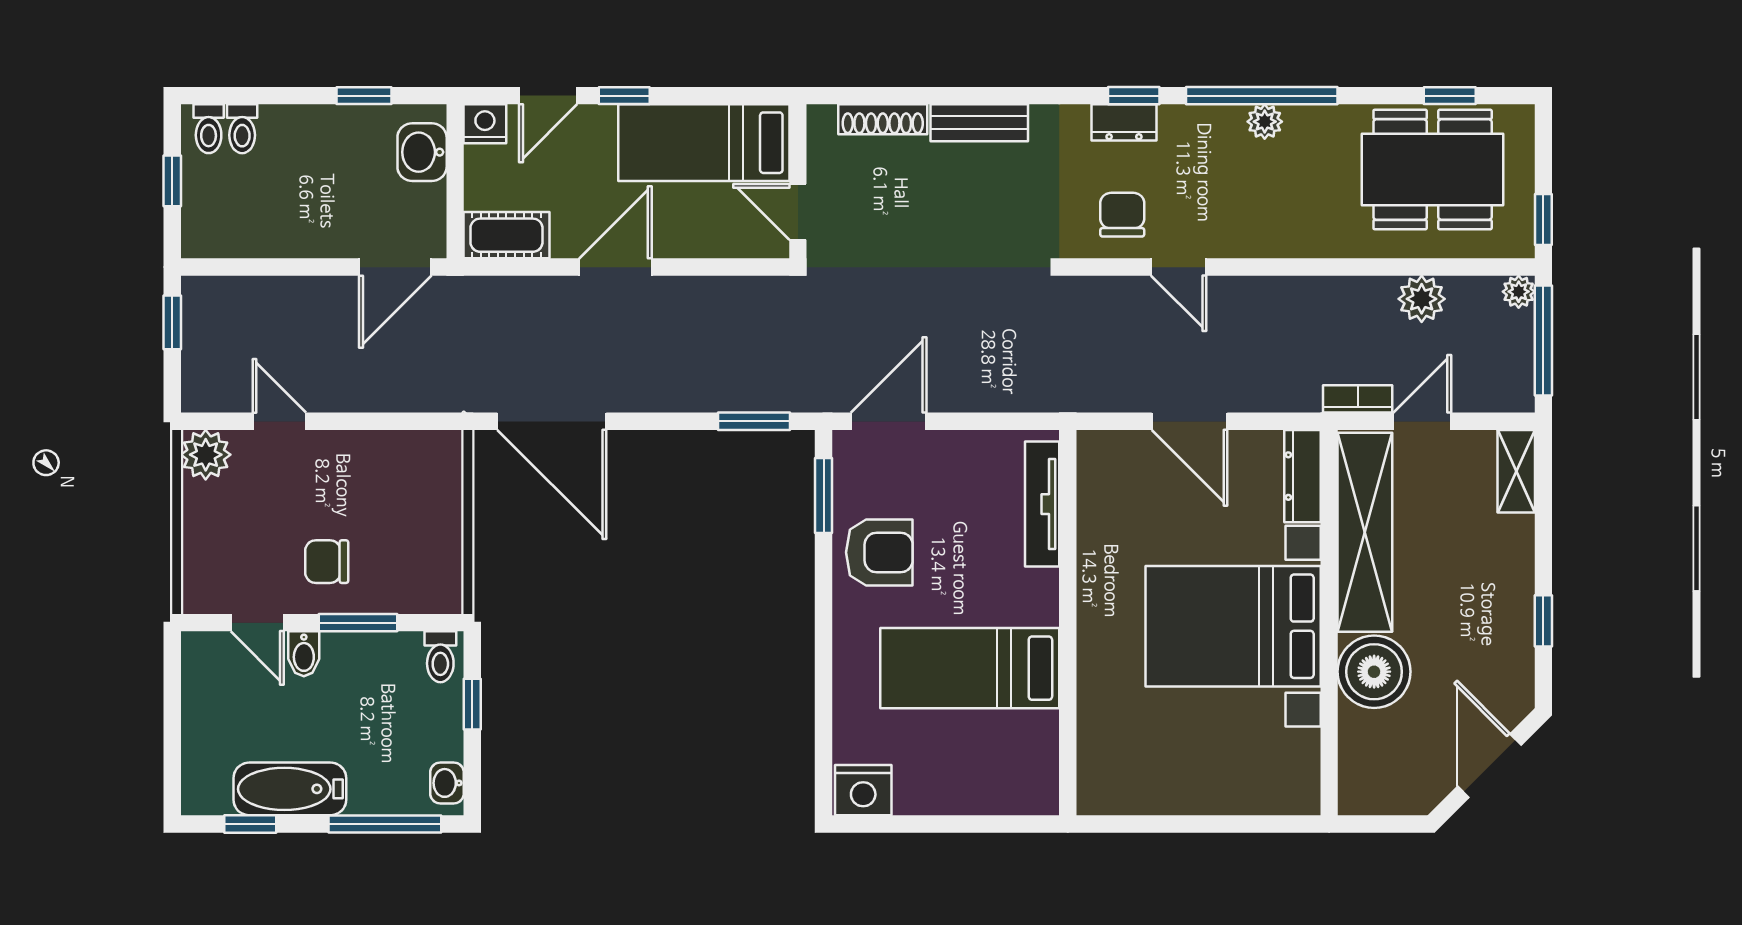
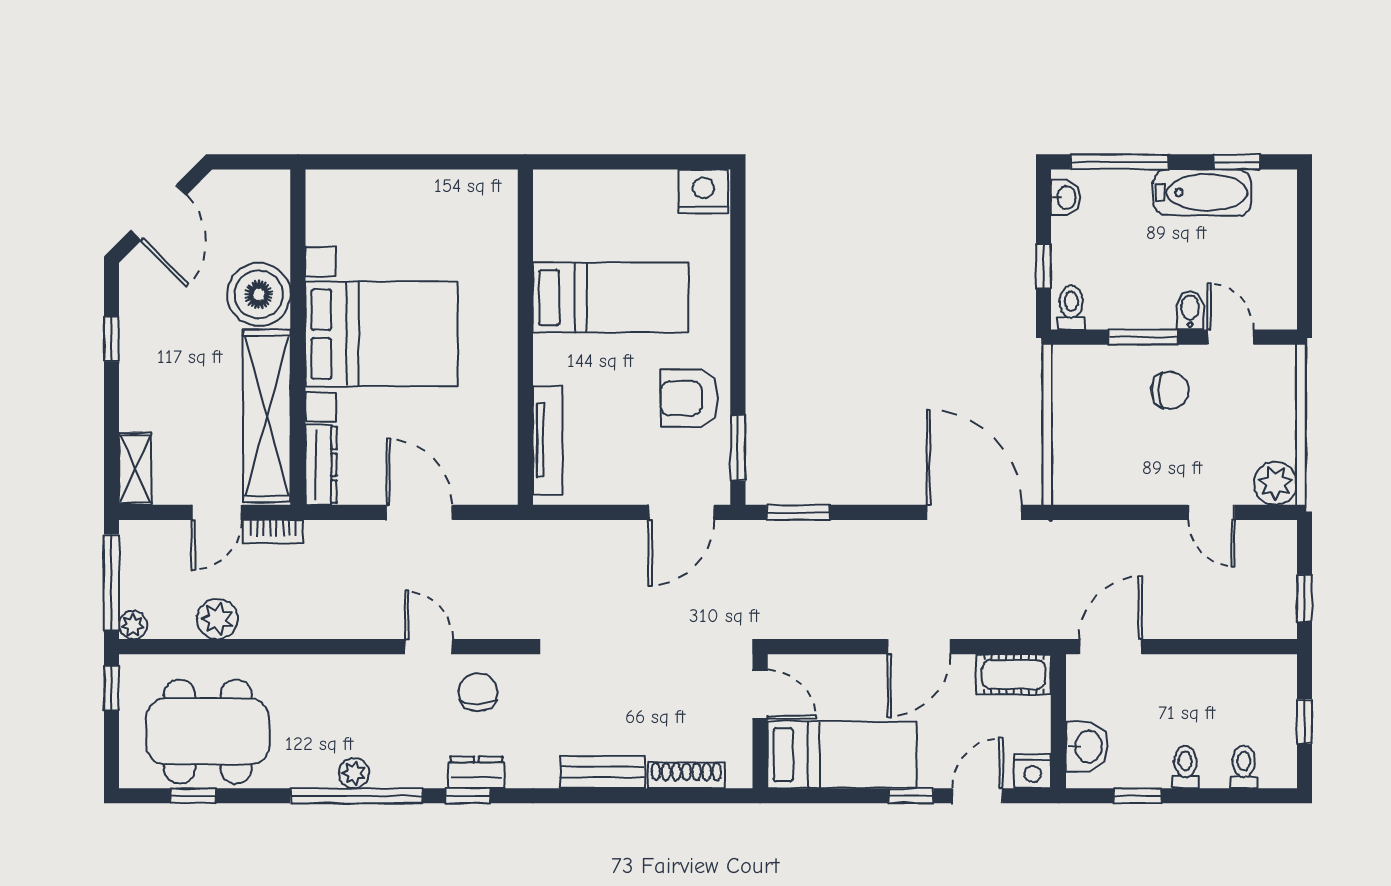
toilet: (209, 129) -> (1185, 767), moved
chair: (1122, 215) -> (478, 692), turned 180

